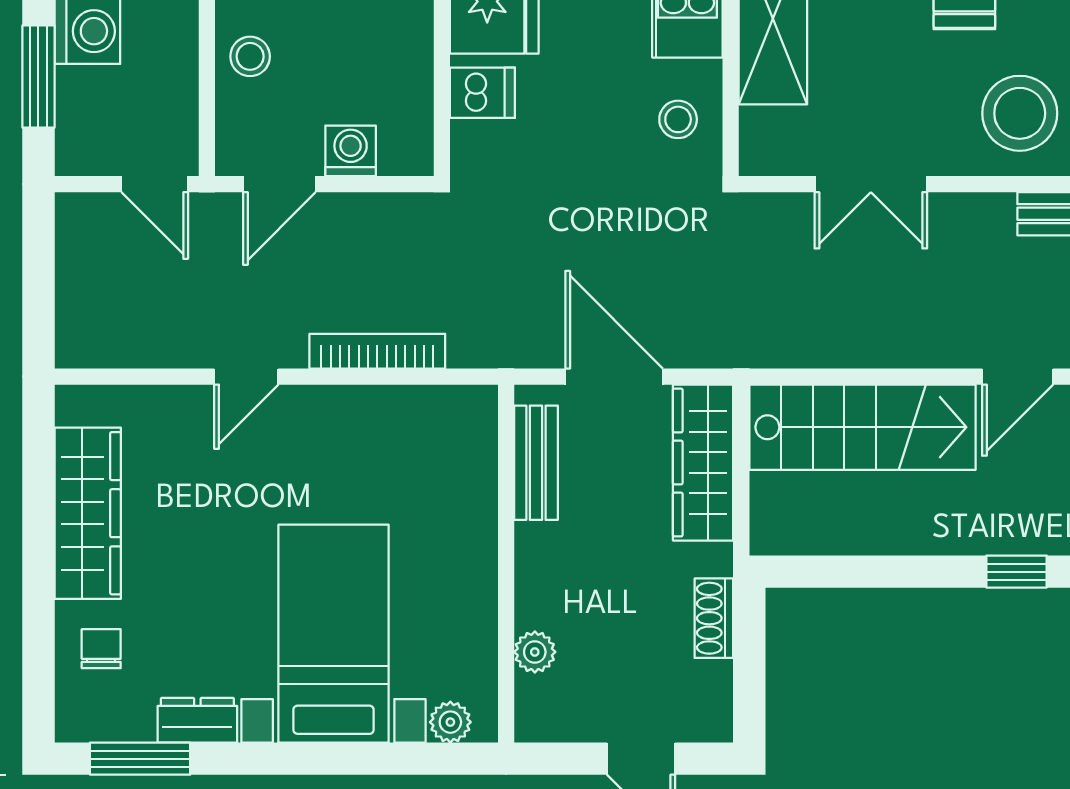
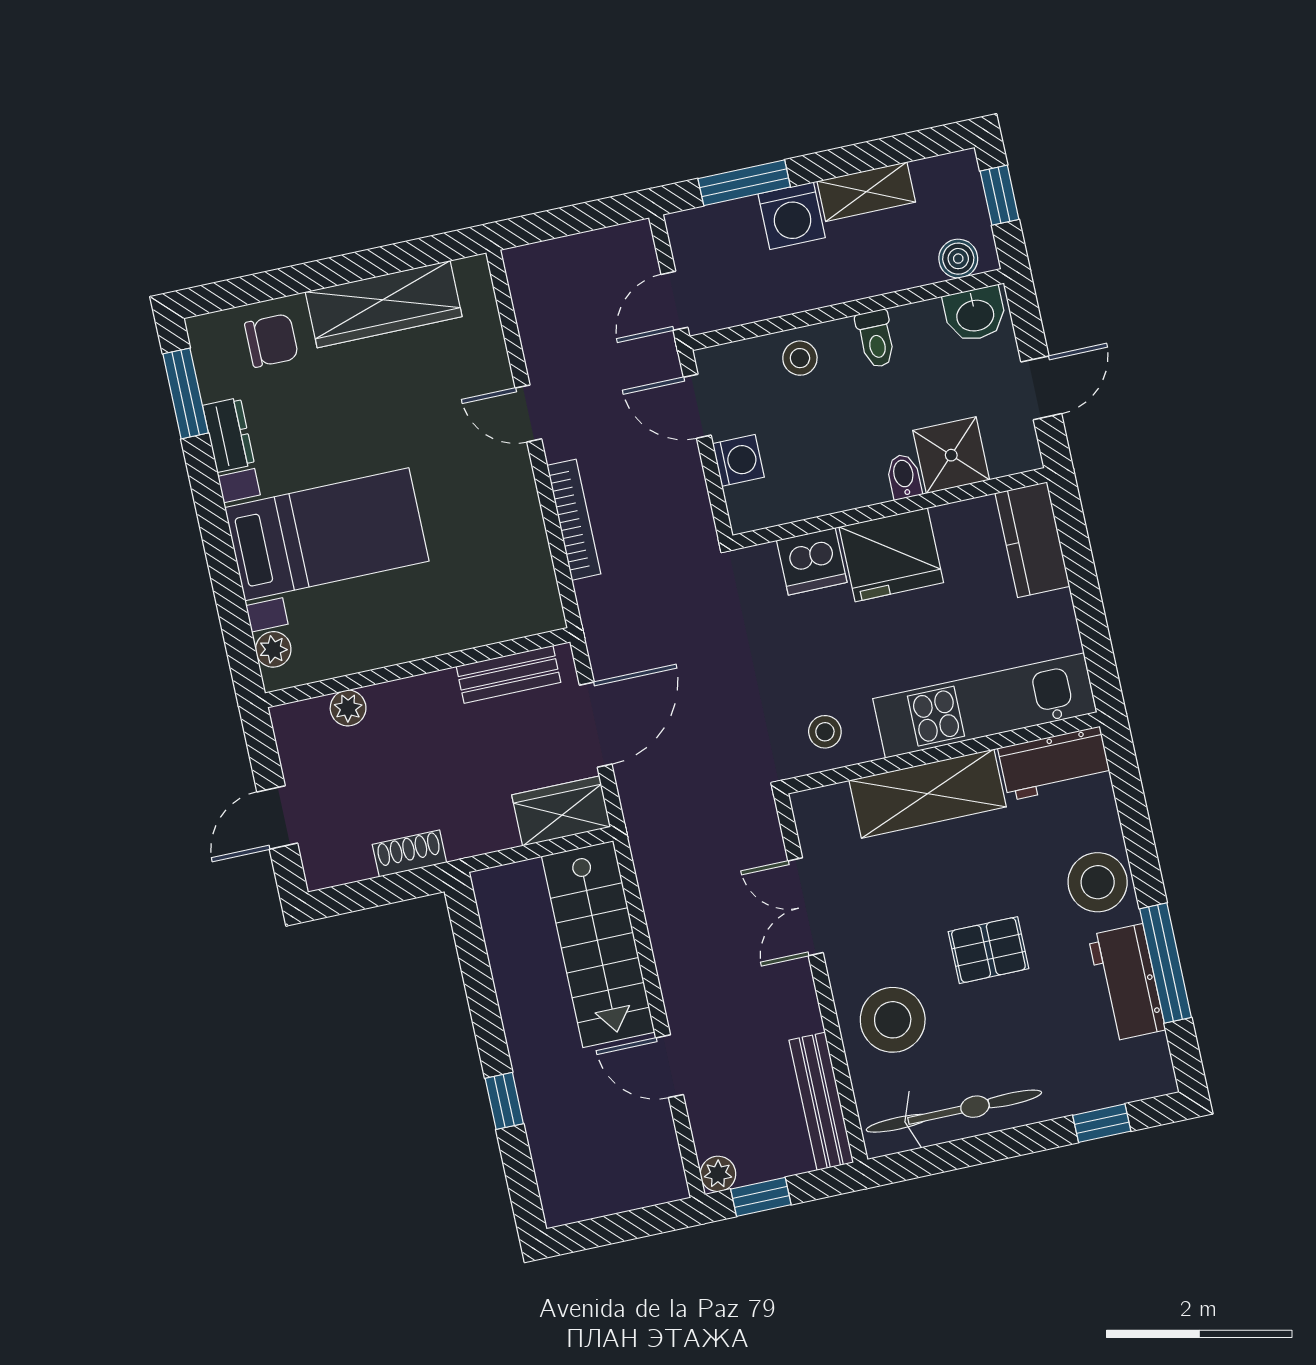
dishwasher: (482, 93) -> (812, 561), width x1.38
wardrobe: (703, 463) -> (561, 811), width x0.67
chair: (101, 649) -> (271, 340), width x1.37, depth x1.37

